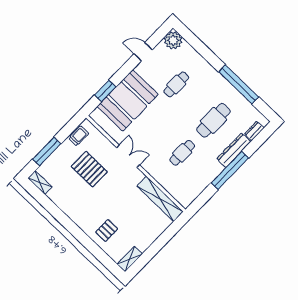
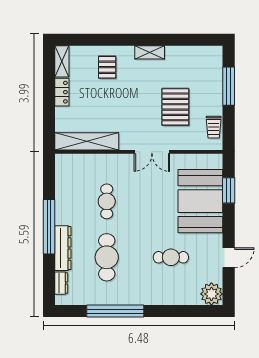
cafe table: (176, 84) -> (171, 257), turned 90
pallet: (89, 169) -> (175, 107), turned 90
shelving: (40, 183) -> (150, 52), moved
locker: (147, 241) -> (62, 92), added

